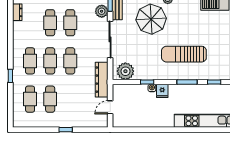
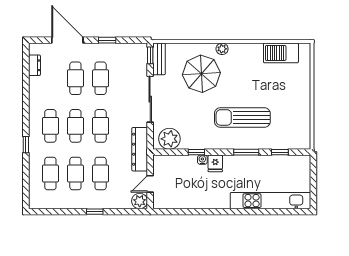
plant: (102, 11) -> (140, 201), moved
cafe table: (70, 99) -> (101, 174), added

